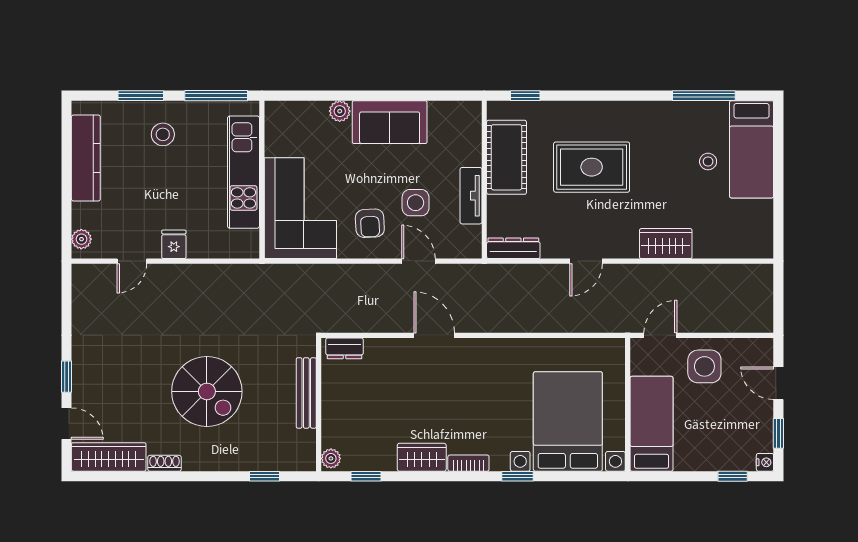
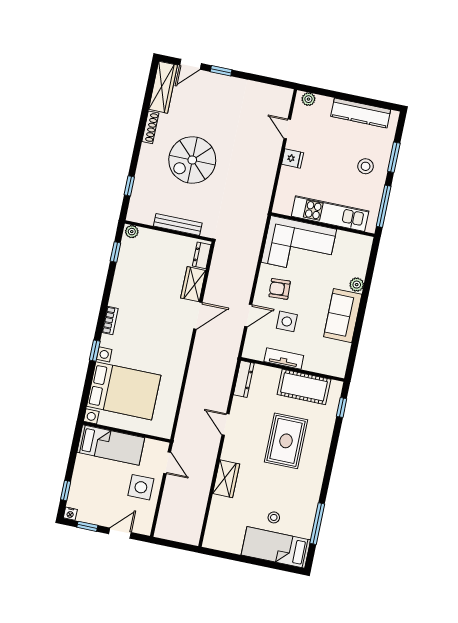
wardrobe: (422, 457) -> (193, 284), moved, turned 180
shoe rack: (165, 463) -> (150, 127), width x1.43

